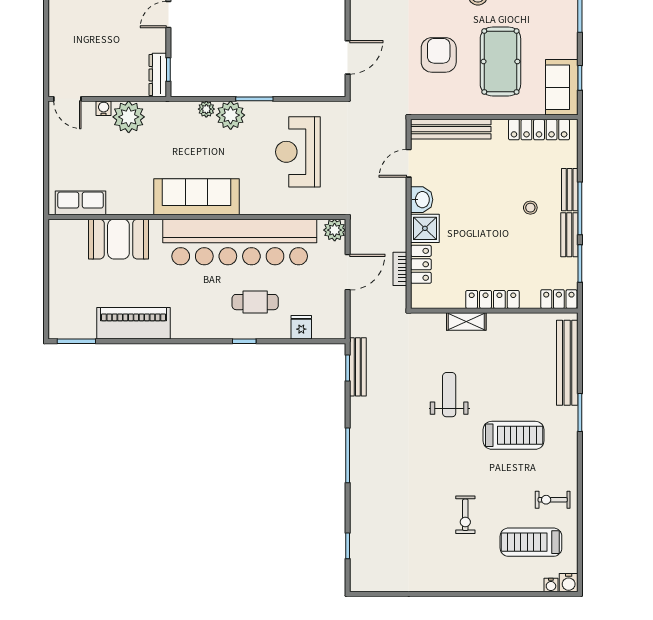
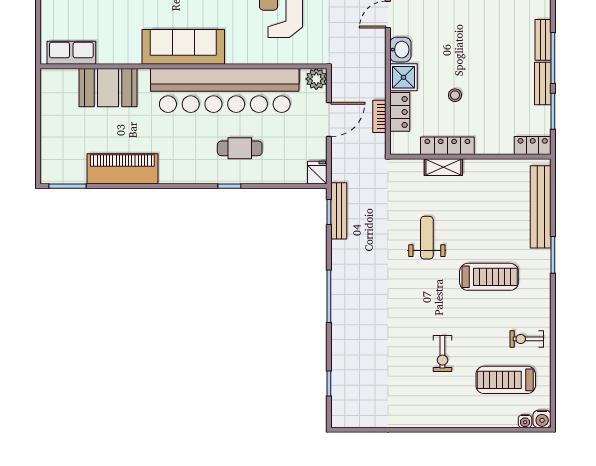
stool: (530, 208) -> (455, 95), moved
locker: (492, 299) -> (447, 146), moved
fridge: (301, 327) -> (317, 173), moved

